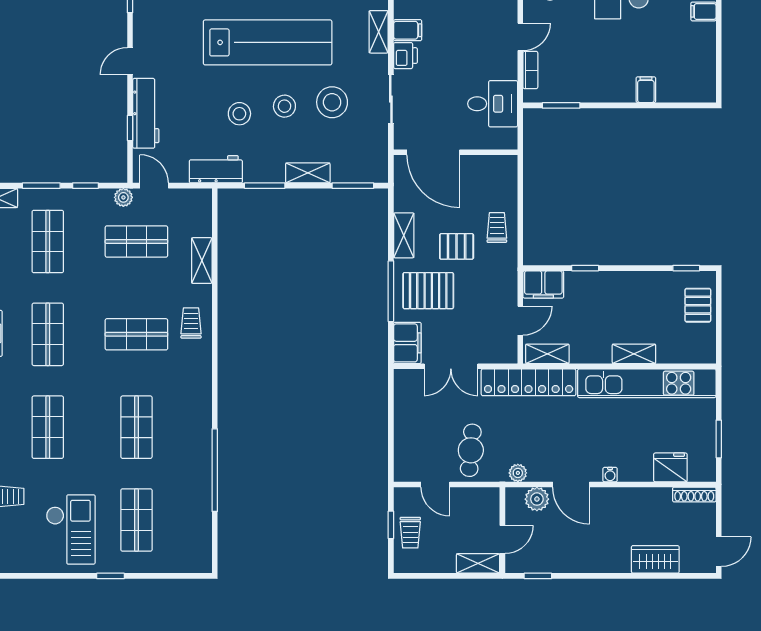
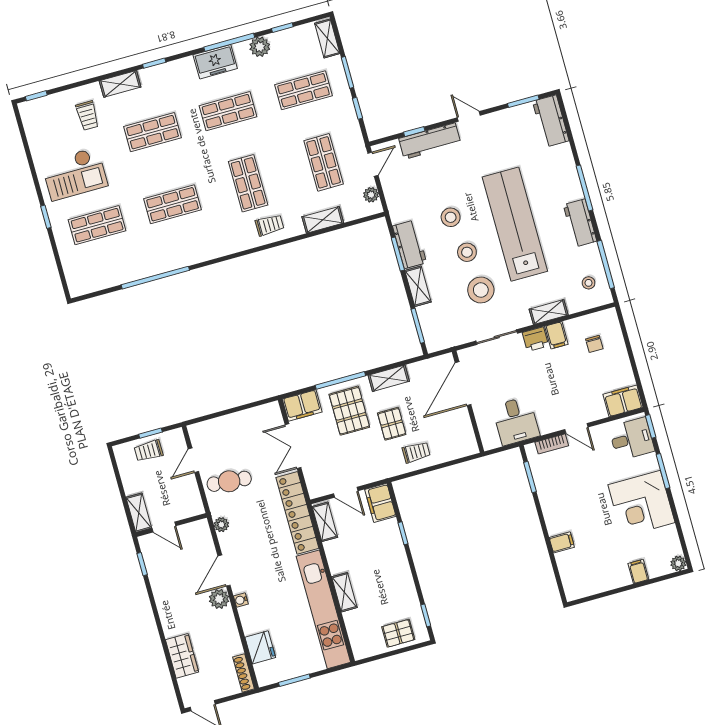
lab bench: (268, 42) -> (515, 224), turned 180
workbench: (216, 169) -> (409, 244), moved
plant: (123, 197) -> (371, 195), moved
plant: (537, 499) -> (219, 599), moved

